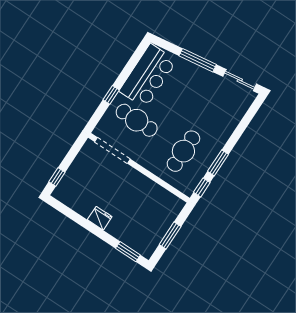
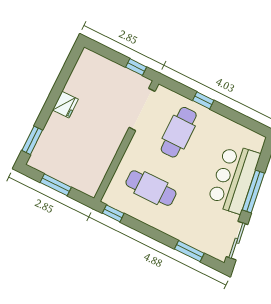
bar counter: (148, 76) -> (234, 179), moved, turned 82
window: (218, 163) -> (189, 251), moved
window: (57, 177) -> (136, 67), moved

